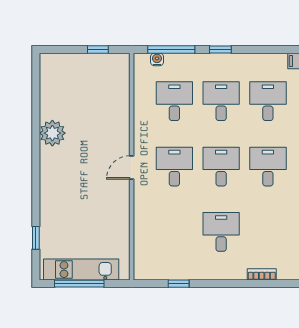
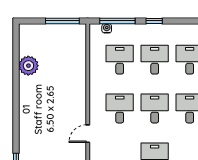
window: (98, 50) -> (62, 21), width x2.17
plant: (52, 133) -> (28, 66), moved
door: (132, 168) -> (88, 134), moved

